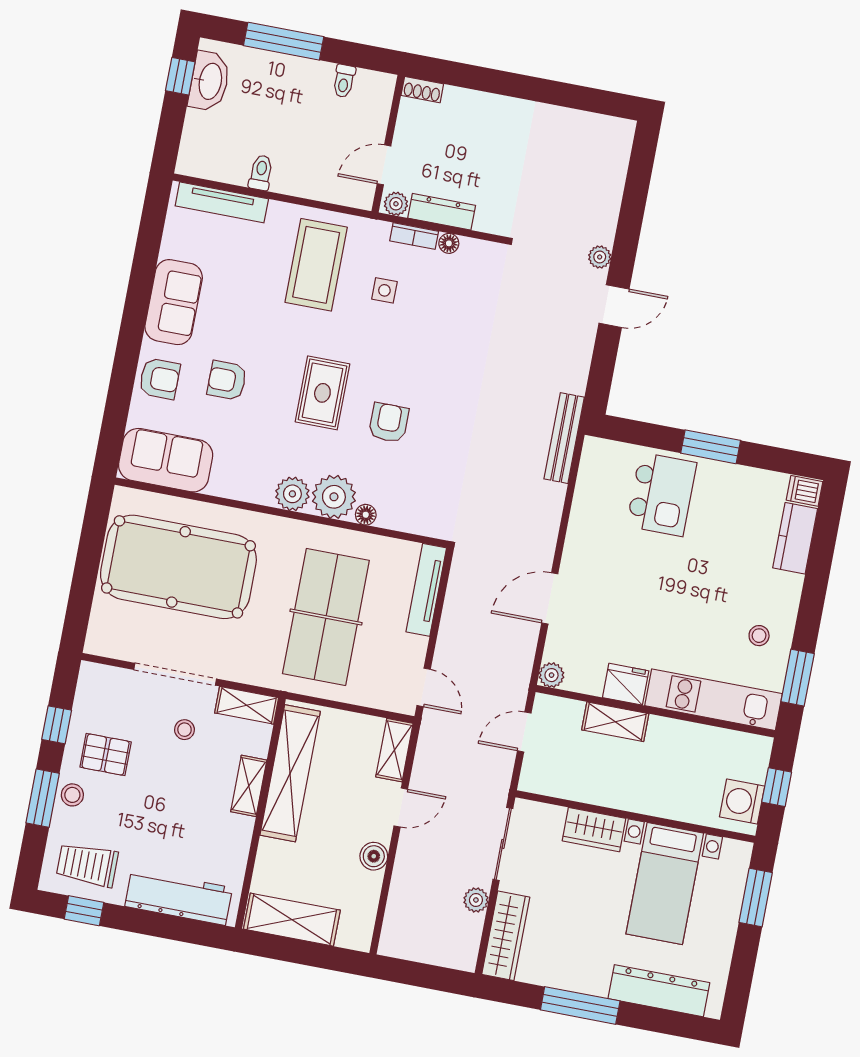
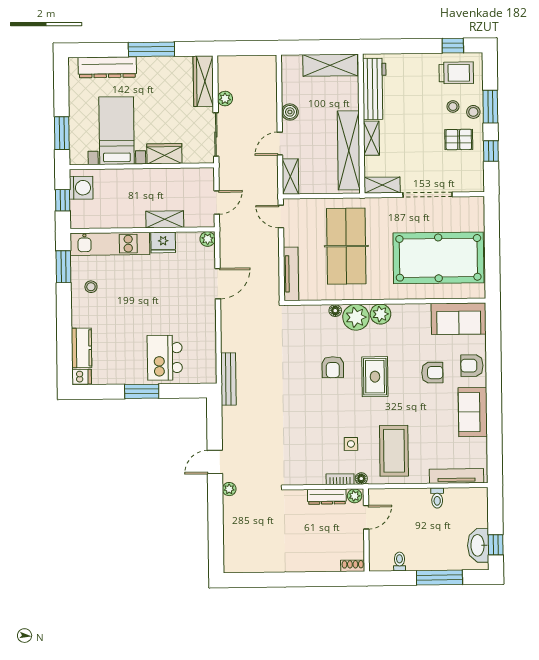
floor lamp: (449, 243) -> (361, 479), moved
stool: (184, 730) -> (453, 106), moved
workbench: (179, 897) -> (375, 89), moved, turned -90

